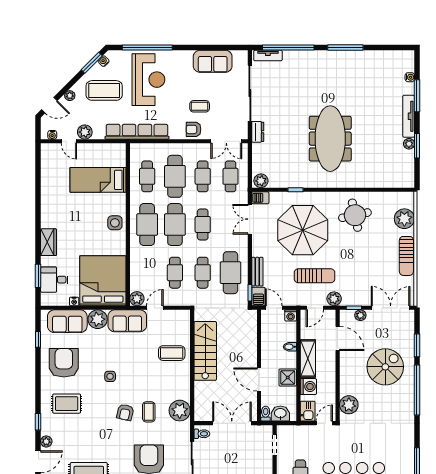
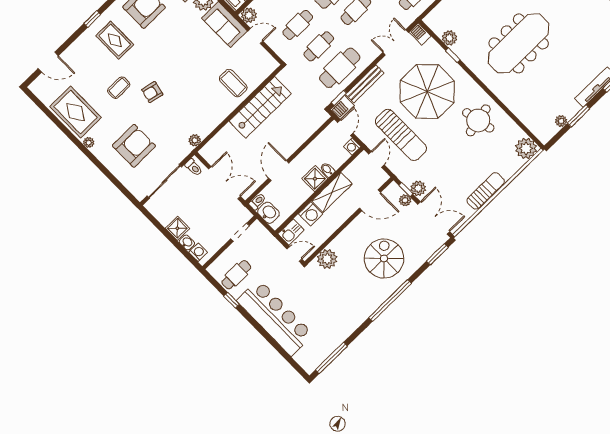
plant: (409, 144) -> (561, 121), moved
plant: (261, 181) -> (449, 38), moved
plant: (404, 219) -> (526, 148), moved
sun lounger: (406, 256) -> (486, 191), turned 180
bench: (257, 272) -> (365, 84), width x1.36
sun lounger: (314, 276) -> (401, 135), width x1.36, depth x1.34
plant: (334, 299) -> (418, 188), moved
door: (315, 308) -> (376, 159), swing flipped
door: (338, 338) -> (370, 200), hinge flipped
window: (417, 345) -> (437, 254), moved
spiral stairs: (385, 367) -> (384, 258), turned -90
side table: (110, 376) -> (169, 53), removed
shower: (288, 377) -> (315, 179), moved
plant: (180, 411) -> (195, 140), width x0.53, depth x0.53
coffee table: (149, 412) -> (119, 88), moved
window: (38, 422) -> (92, 19), moved
plant: (46, 441) -> (70, 53), removed

